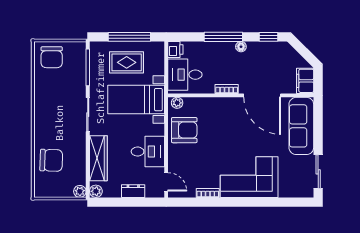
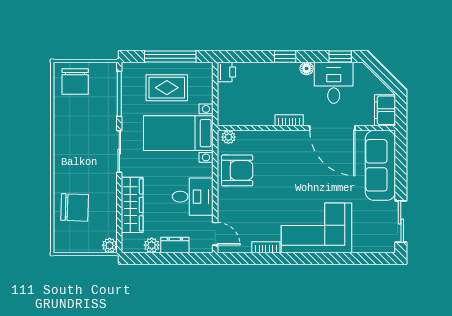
window: (223, 37) -> (285, 57), width x0.46
desk: (185, 75) -> (334, 83), moved, turned 90
plant: (96, 191) -> (152, 245), moved

